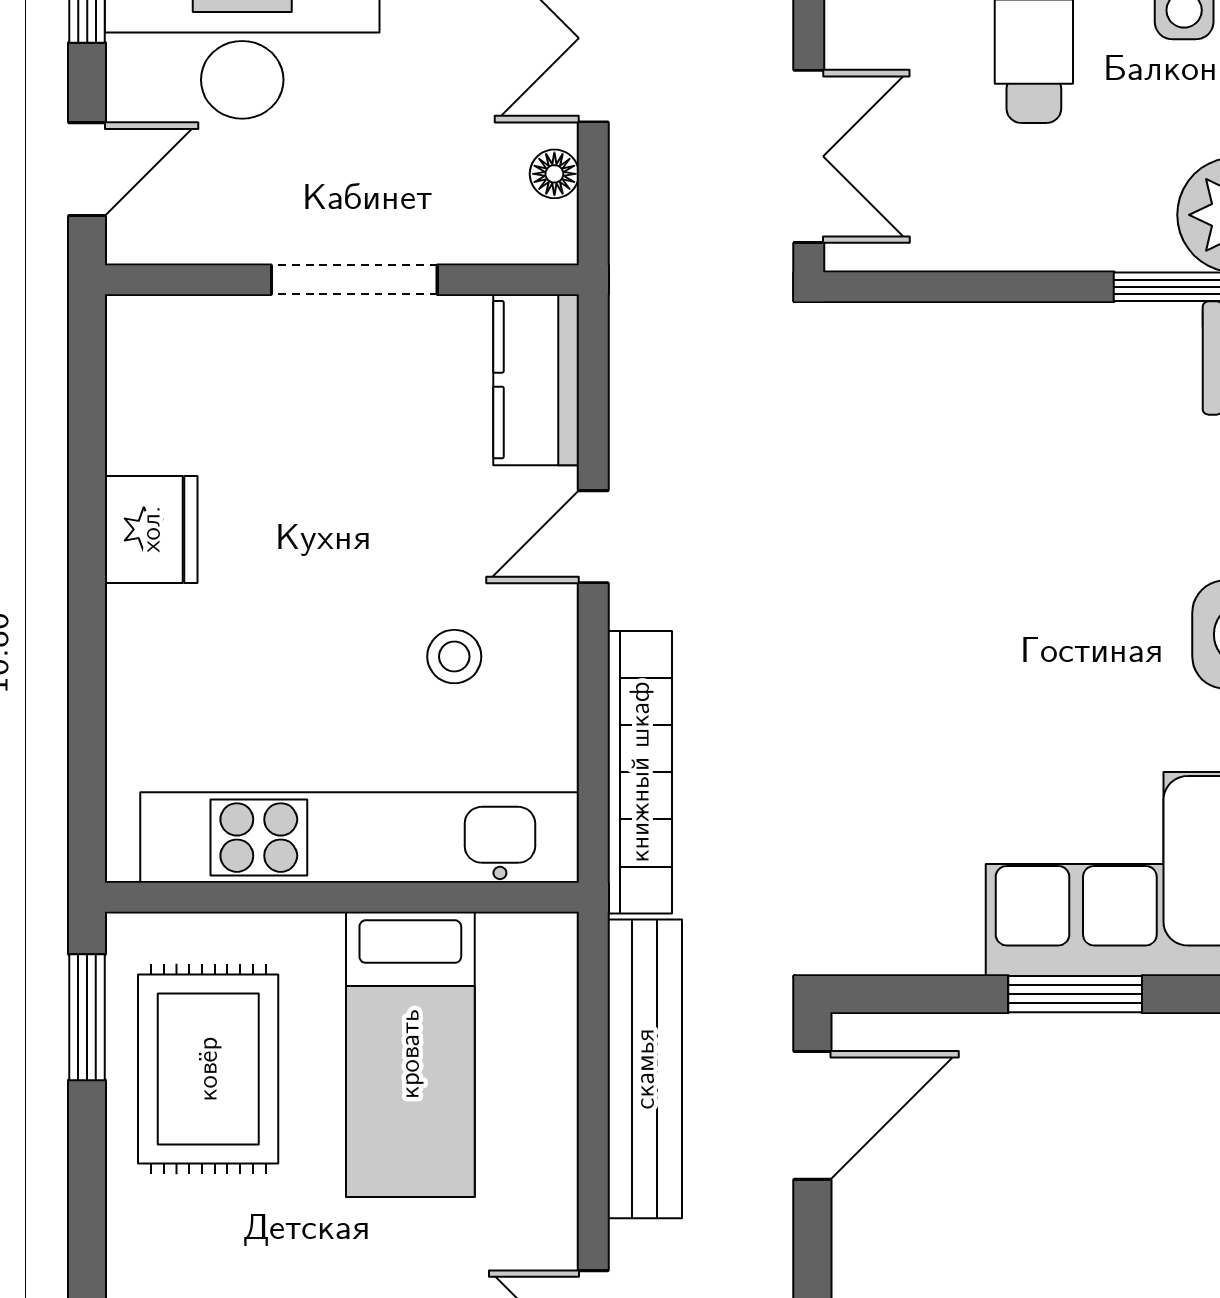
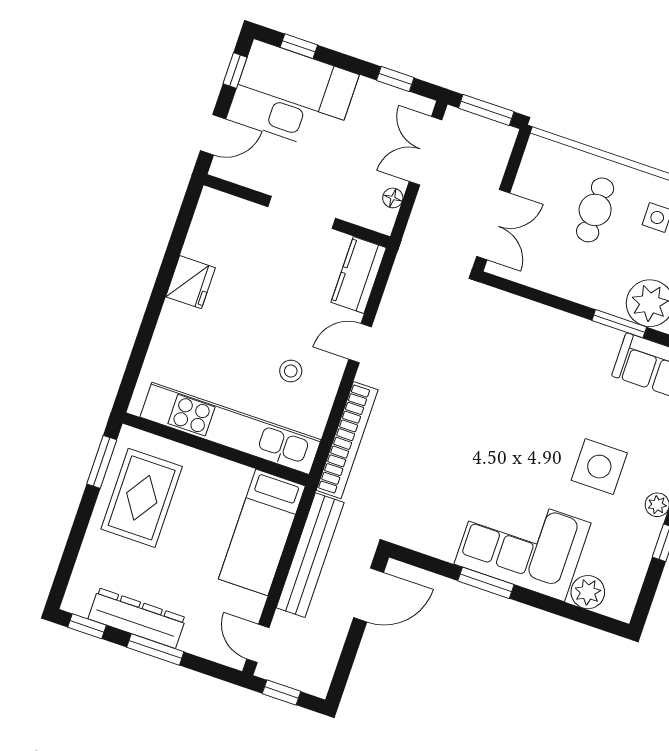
bed: (410, 1054) -> (262, 532), moved

